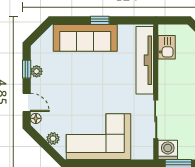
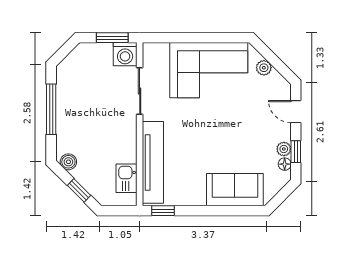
window: (100, 20) -> (163, 211), moved
sofa: (85, 38) -> (235, 190), width x0.73
floor lamp: (36, 118) -> (285, 164), moved

